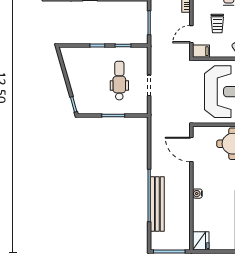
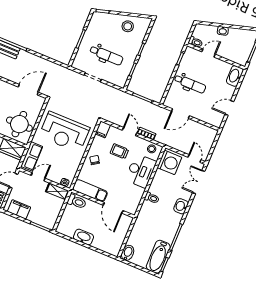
door: (191, 34) -> (130, 132), moved
stool: (78, 70) -> (128, 26), added

